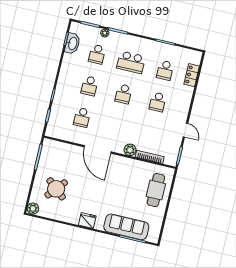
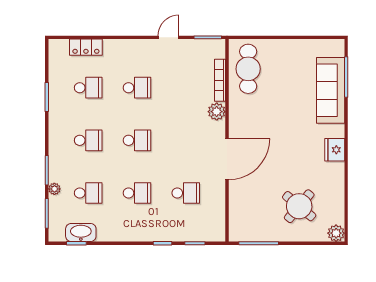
school desk: (131, 62) -> (88, 140), width x0.54
cafe table: (156, 190) -> (248, 69), moved, turned 90

